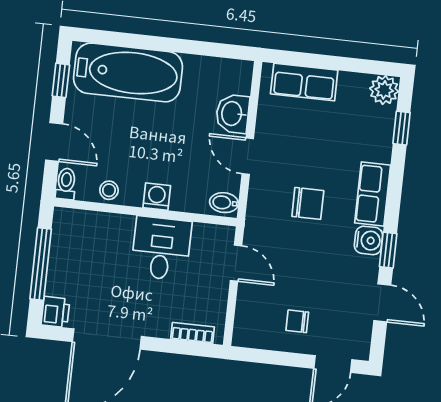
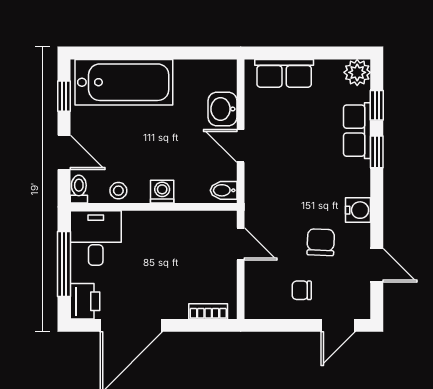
row of seats: (373, 194) -> (357, 131), moved
chair: (308, 203) -> (321, 242), moved, turned -88
desk: (161, 248) -> (96, 238), moved
window: (388, 250) -> (377, 152), moved
printer: (55, 312) -> (85, 301), width x1.36, depth x1.24

